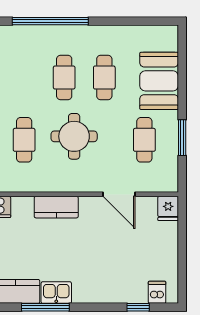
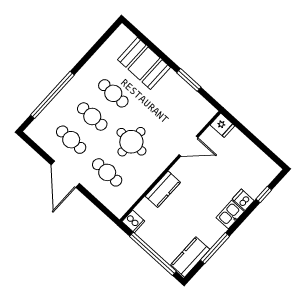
cafe table: (144, 140) -> (71, 140), moved
dishwasher: (157, 292) -> (243, 200), moved
kitchen sink: (56, 293) -> (230, 215), moved

